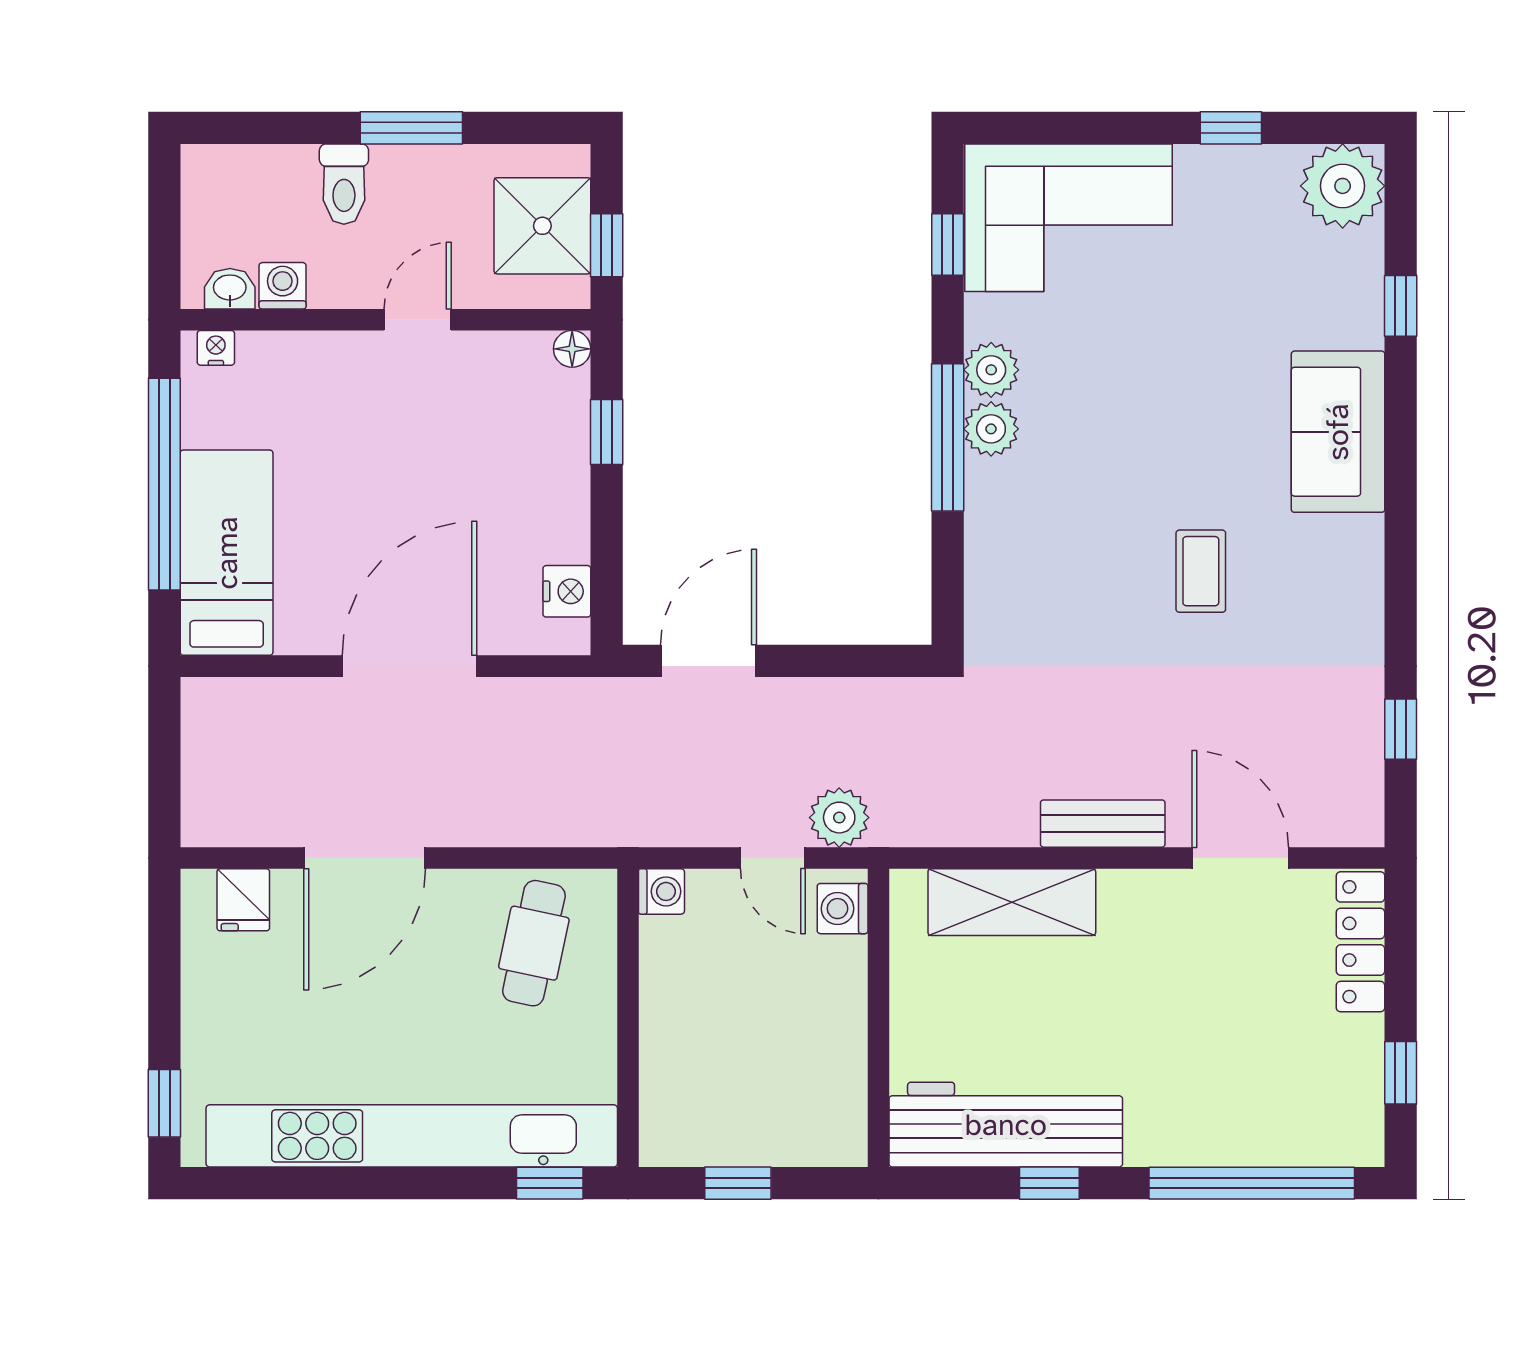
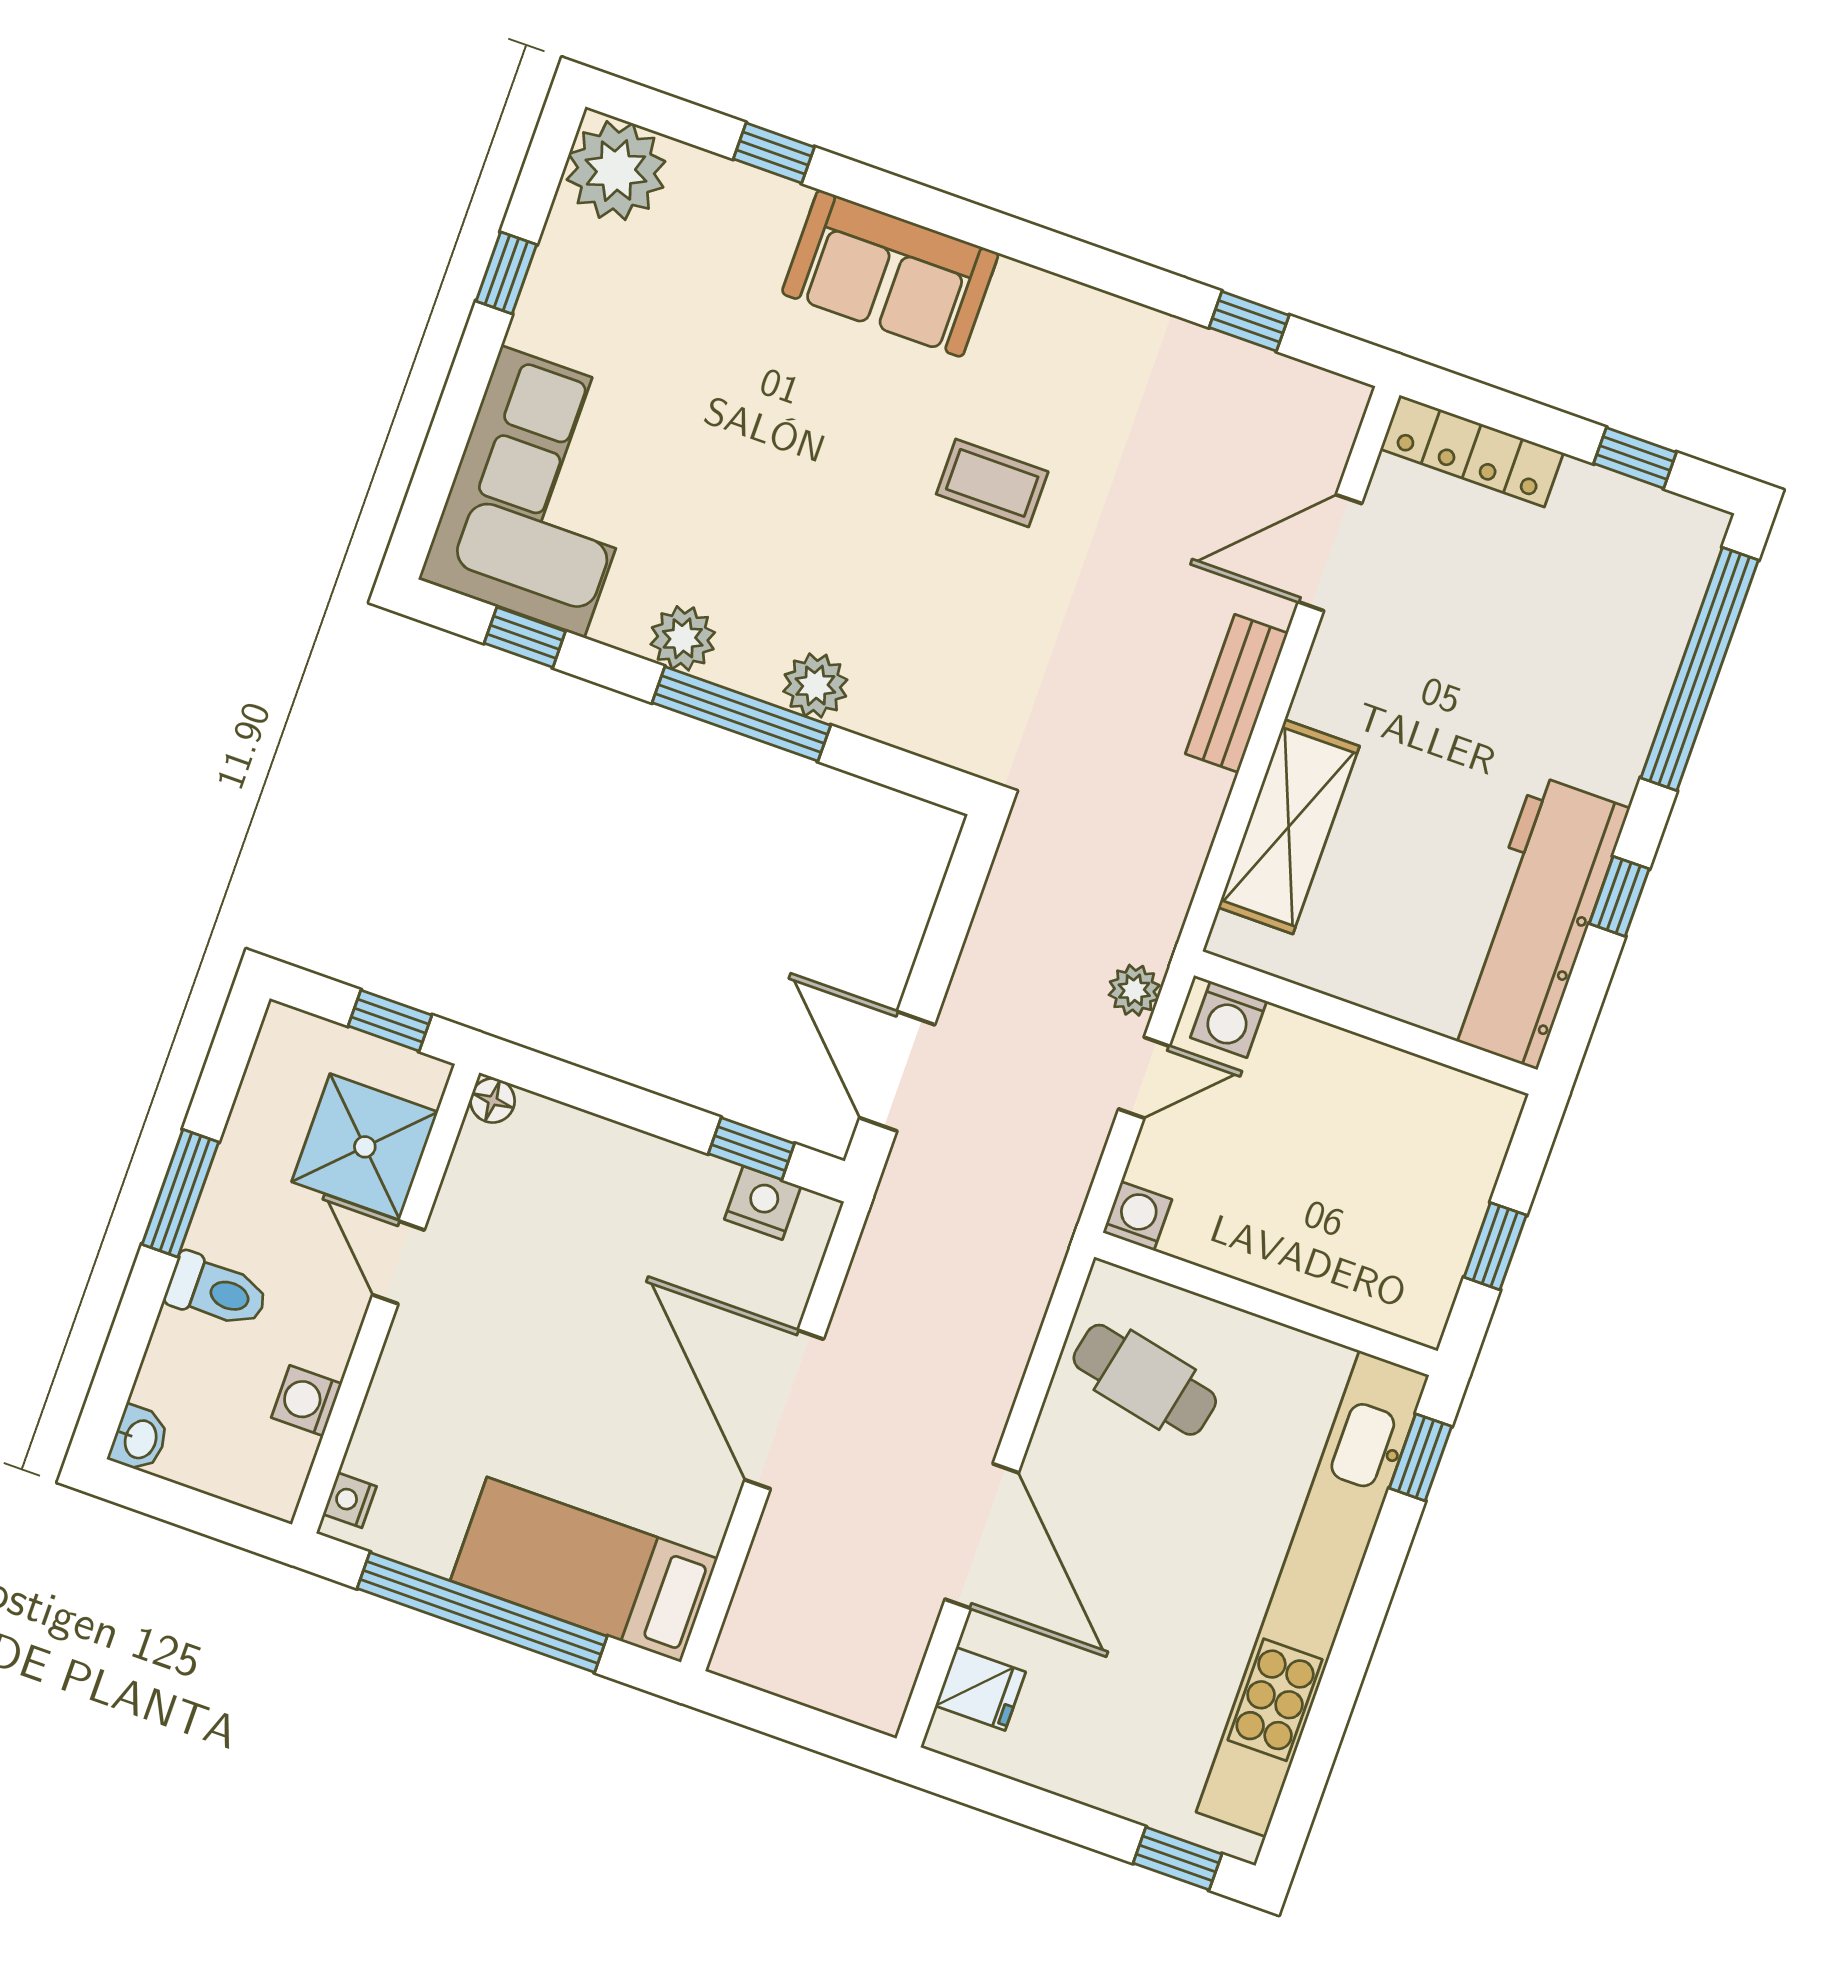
shower: (542, 226) -> (365, 1147), moved
washbasin: (230, 289) -> (139, 1439), moved, turned 180
plant: (991, 429) -> (815, 685), moved
window: (607, 432) -> (751, 1149), moved
plant: (839, 818) -> (1134, 990), width x0.73, depth x0.73

